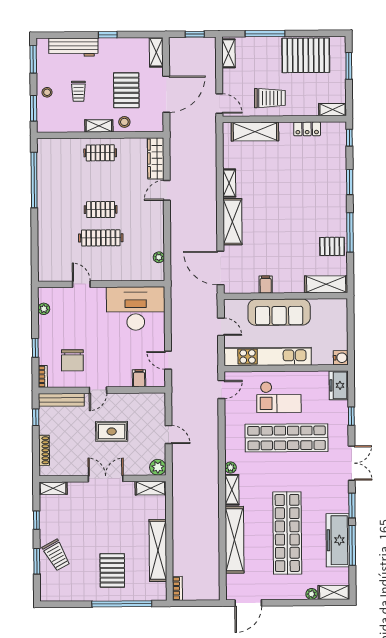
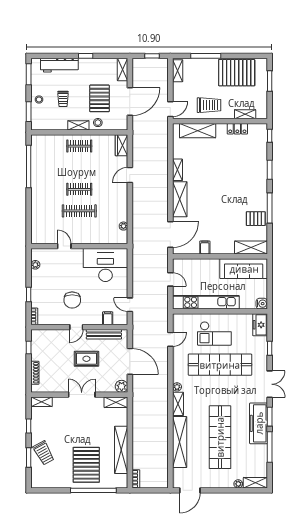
door: (219, 104) -> (170, 109), hinge flipped
shelving: (332, 110) -> (245, 114), moved
wardrobe: (156, 158) -> (122, 145), width x0.67
door: (220, 268) -> (170, 235), swing flipped
sofa: (279, 312) -> (244, 269), moved
chair: (72, 360) -> (72, 300), moved
door: (221, 390) -> (170, 339), moved
bench: (61, 400) -> (104, 334), moved
door: (169, 435) -> (130, 361), width x1.88
freezer: (338, 540) -> (259, 423), moved
pallet: (112, 570) -> (86, 465), width x1.37, depth x1.41

